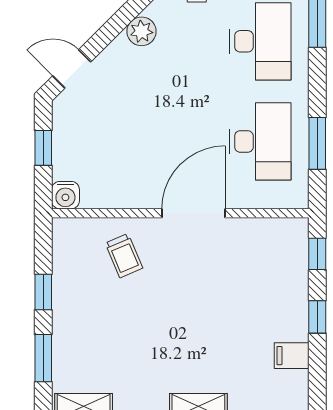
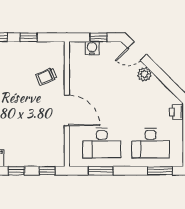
plant: (142, 31) -> (144, 74), moved
door: (72, 69) -> (137, 51), swing flipped
water cooler: (65, 195) -> (92, 48), moved, turned 90

